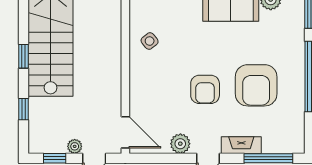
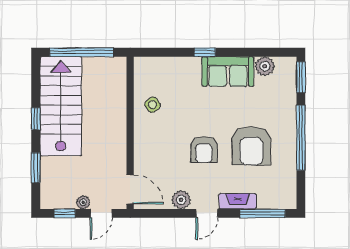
window: (23, 109) -> (36, 168), width x1.50

